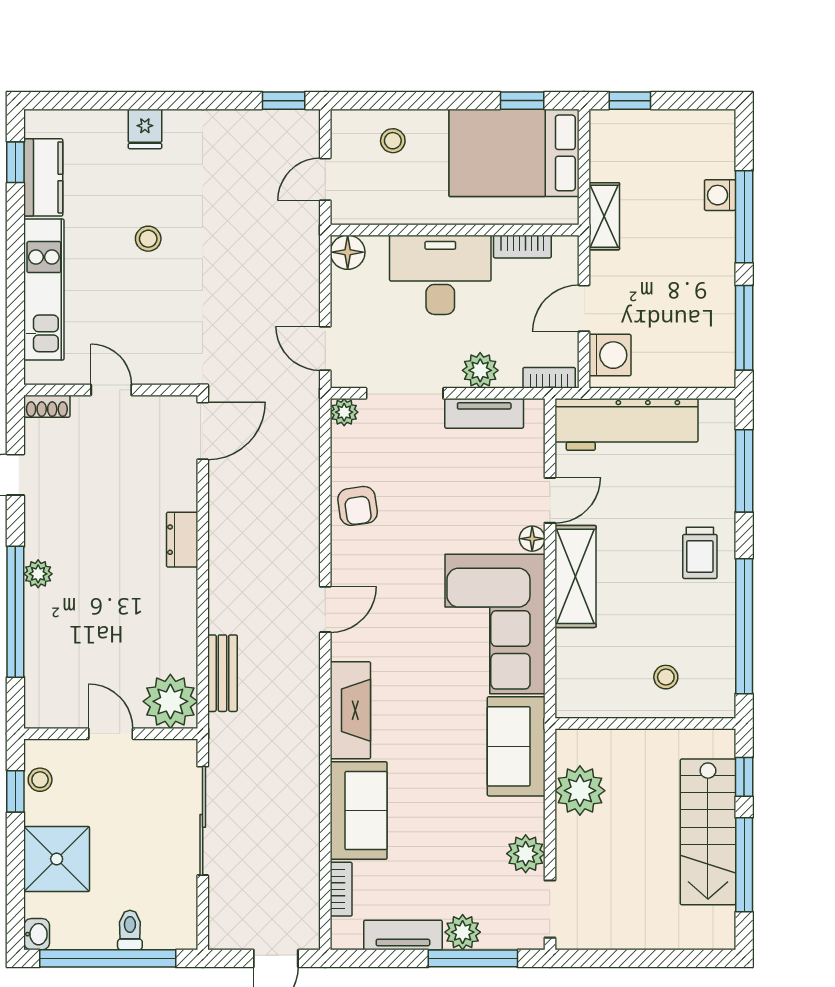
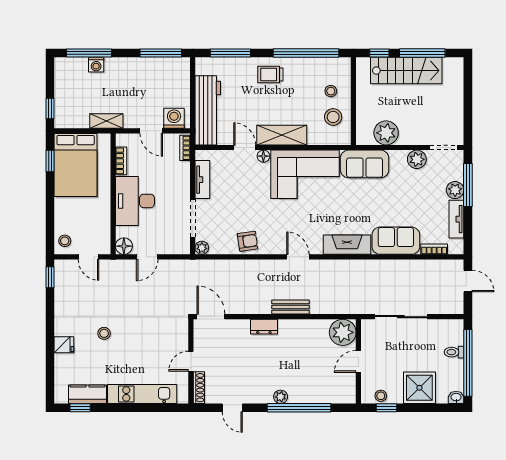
stool: (393, 141) -> (65, 241), moved
window: (744, 217) -> (89, 53), moved
stool: (148, 239) -> (104, 333), moved
door: (325, 348) -> (147, 257), moved
plant: (480, 370) -> (181, 182), removed
shoe rack: (47, 406) -> (199, 388), width x1.43
trolley: (700, 553) -> (270, 74), turned 180
bench: (222, 673) -> (290, 307), moved
stool: (613, 682) -> (333, 117), added

